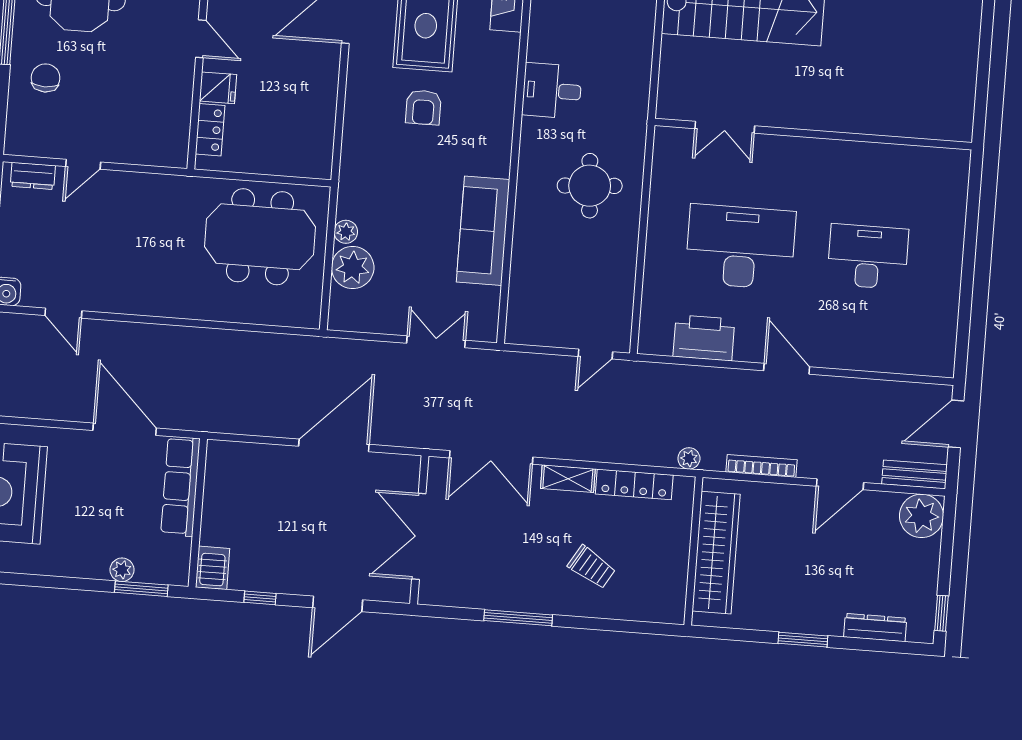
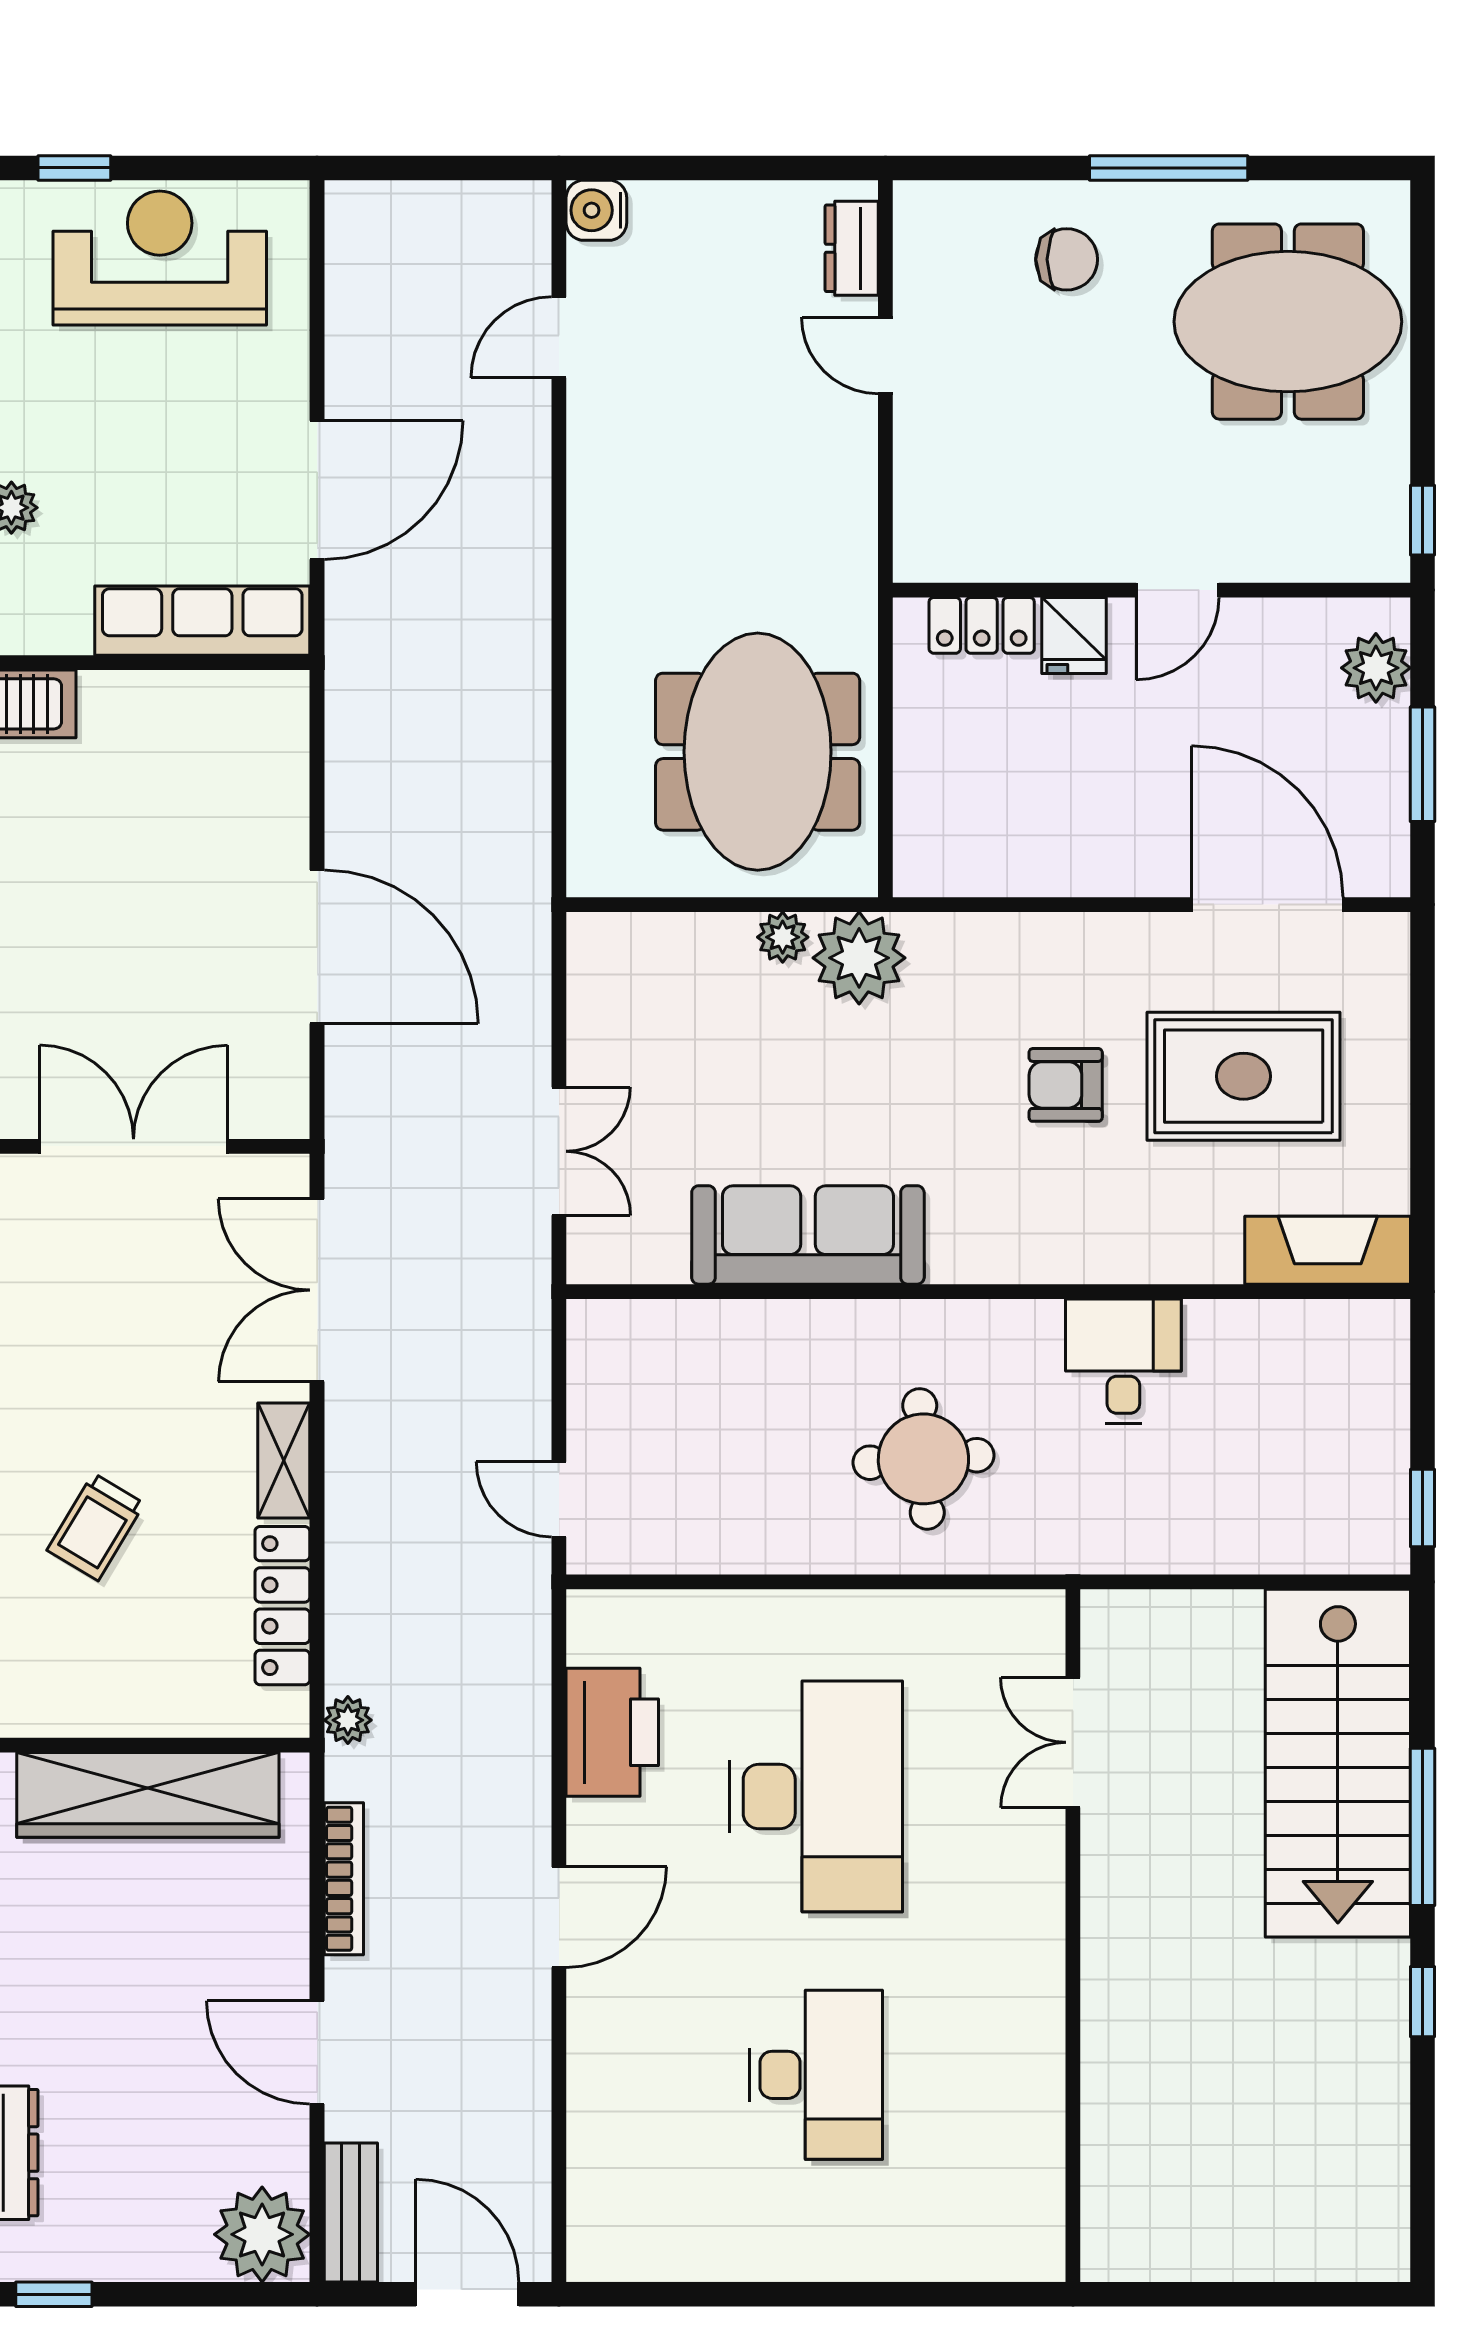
plant: (353, 267) -> (859, 958), moved

